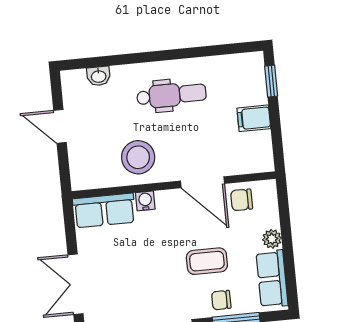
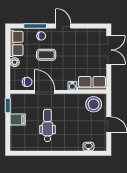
window: (271, 81) -> (8, 105), moved
dental chair: (171, 95) -> (47, 125), moved, turned 90
stool: (138, 157) -> (94, 104), moved

